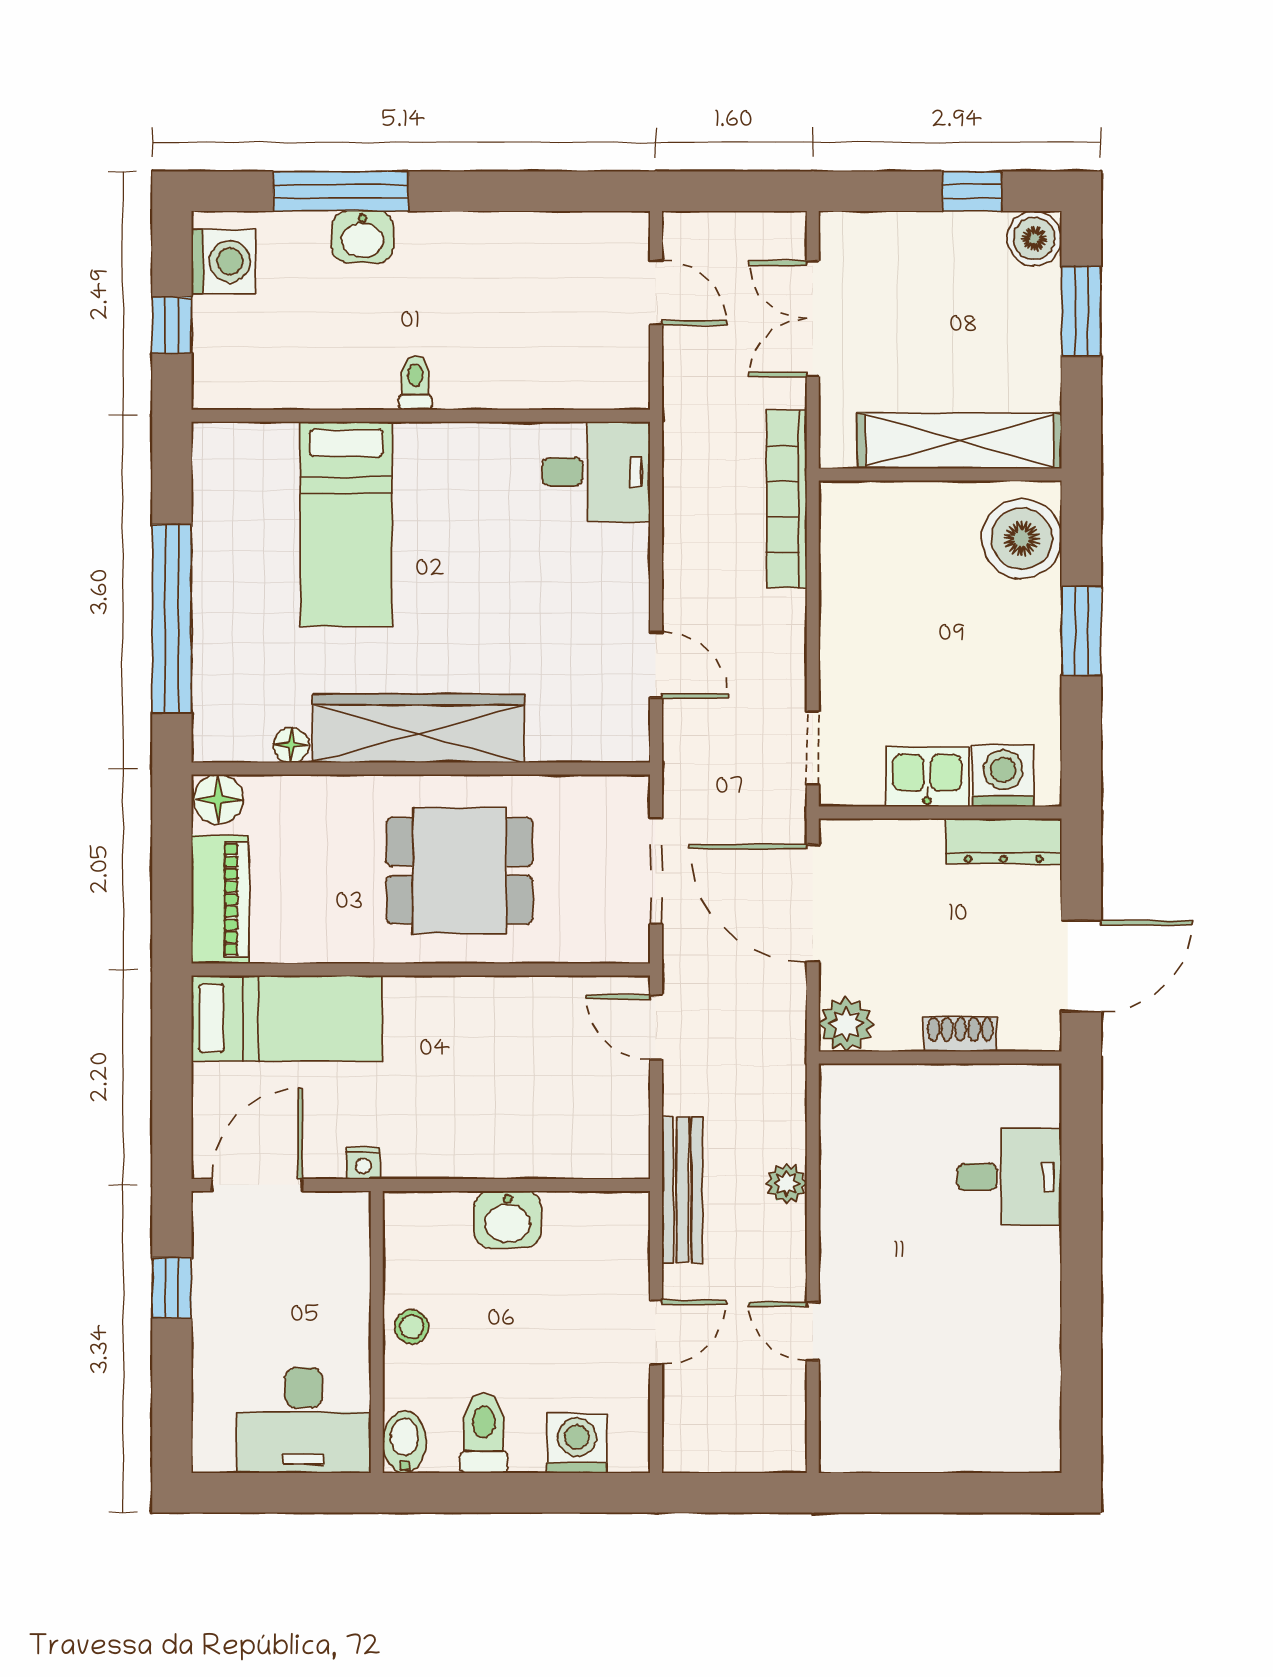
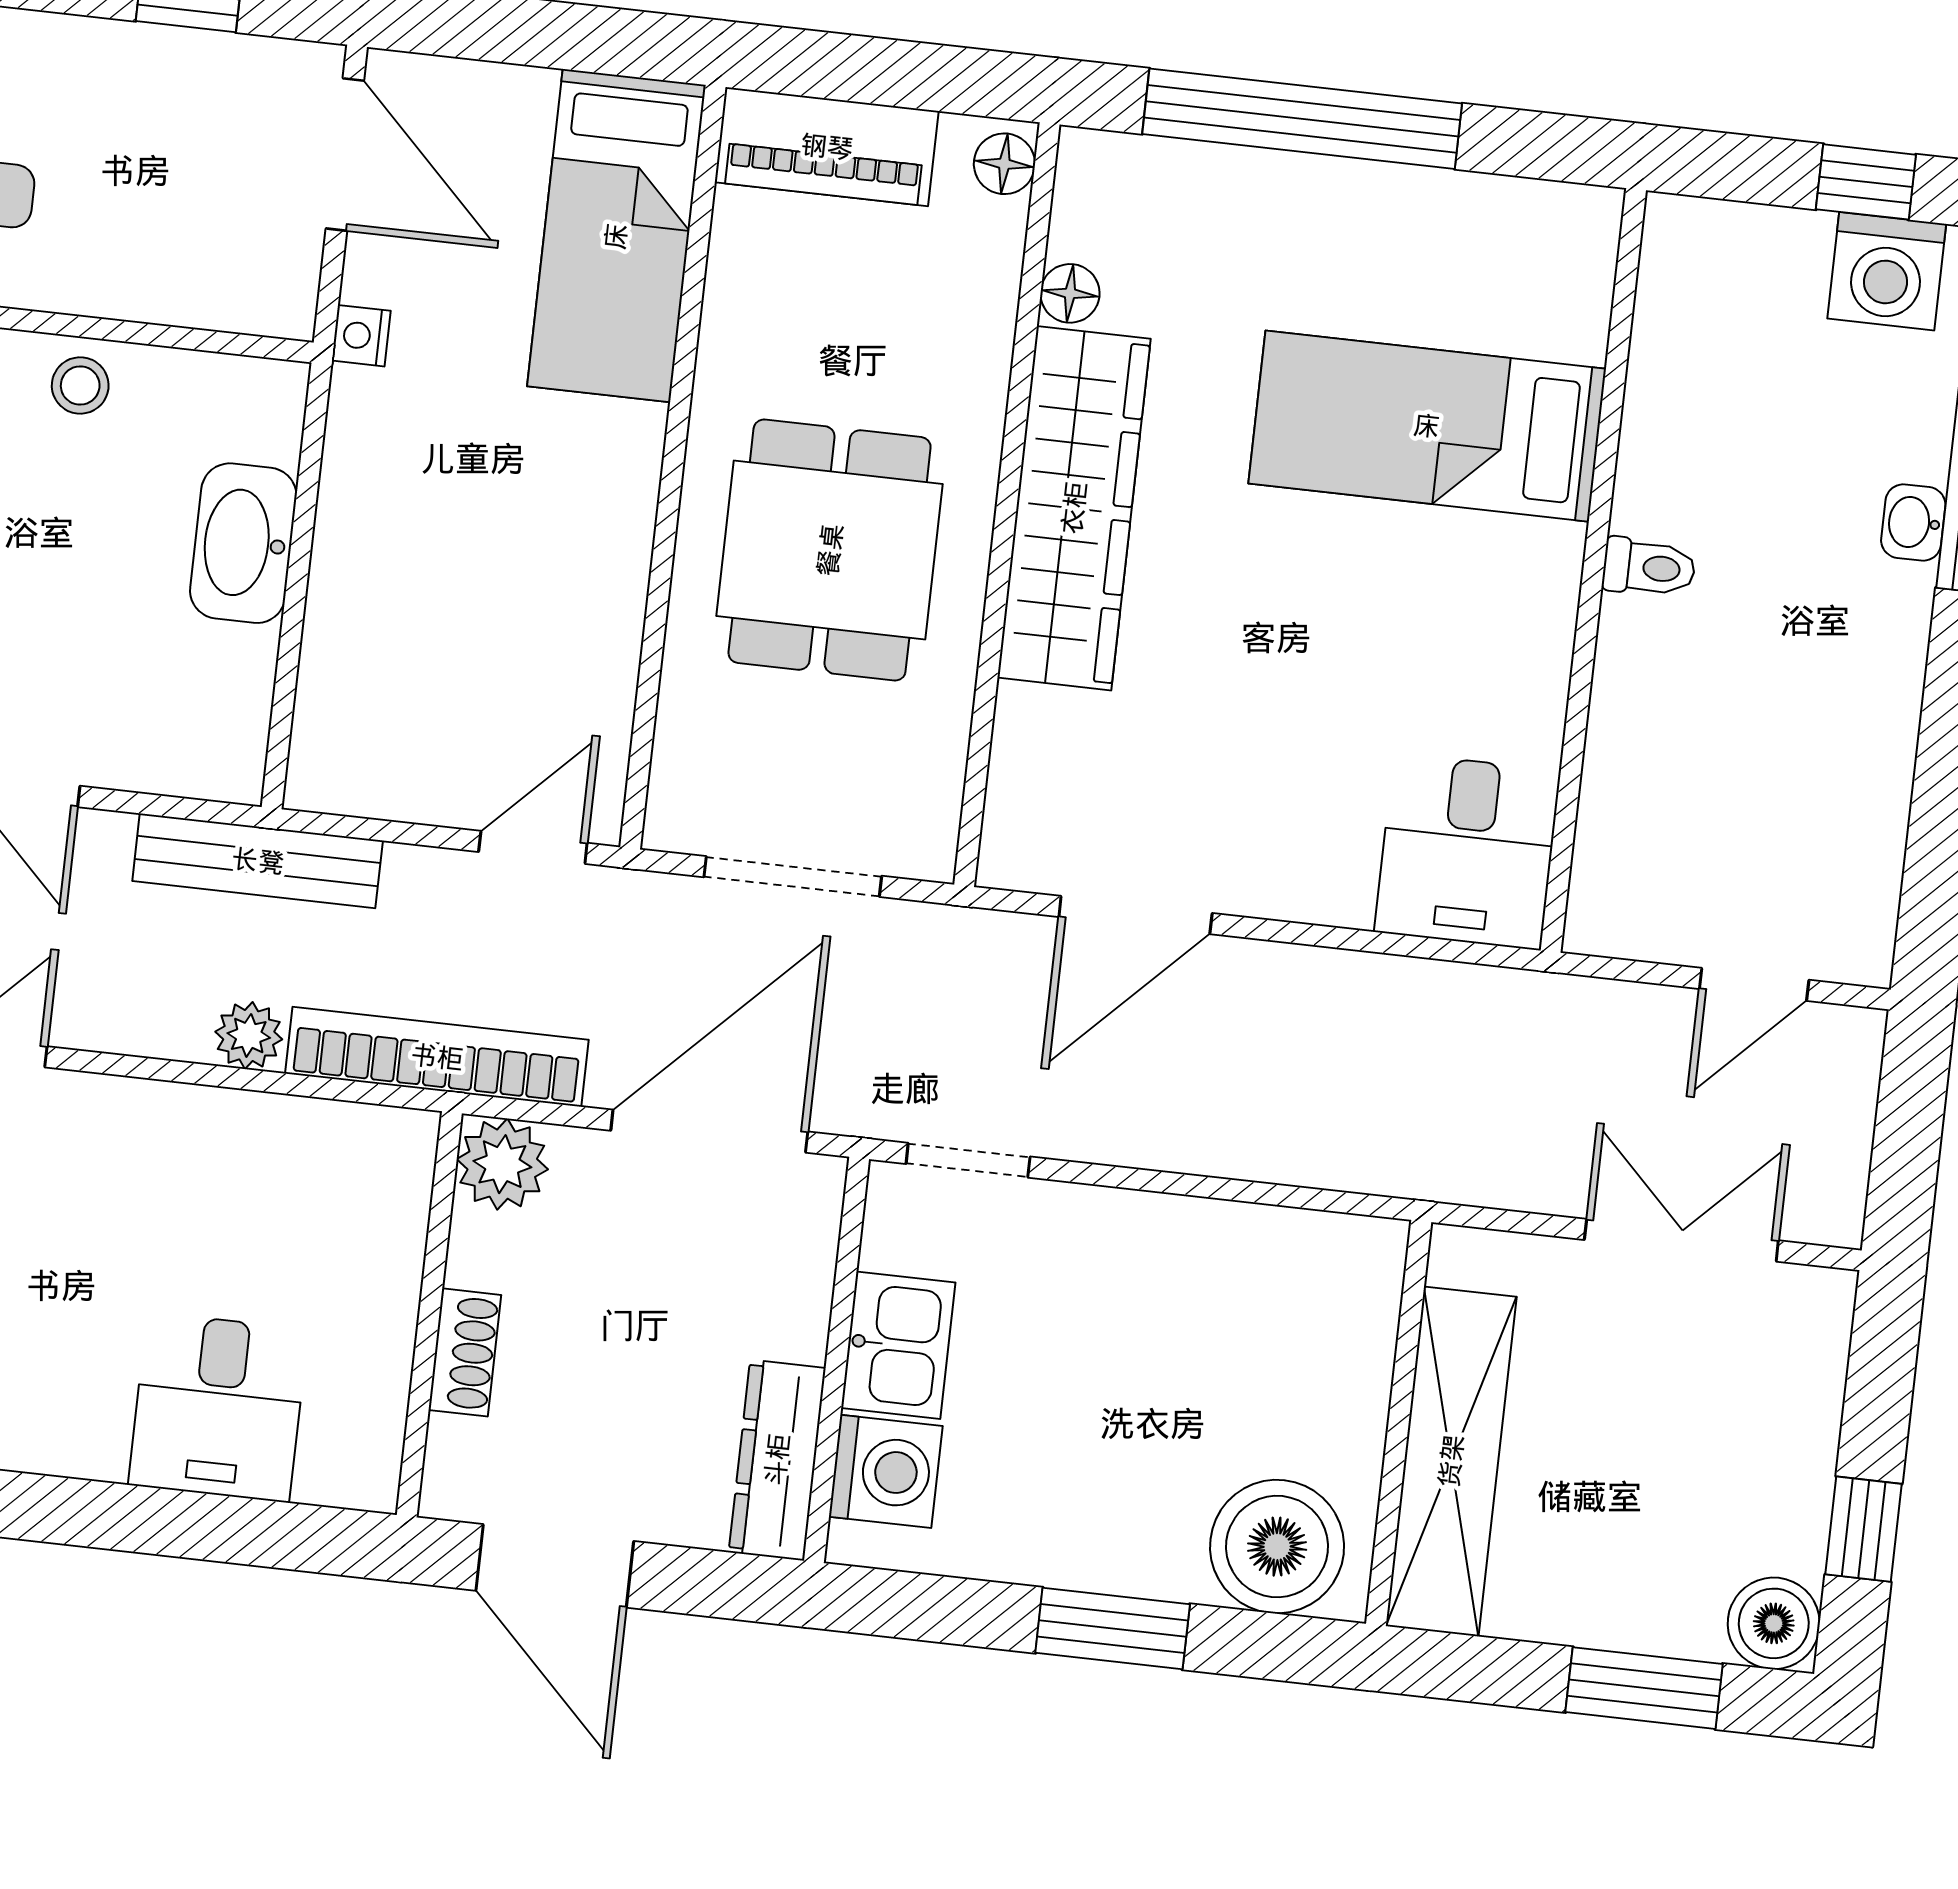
washbasin: (363, 237) -> (1913, 522), width x0.72, depth x0.69
window: (172, 325) -> (1866, 182), moved
bookcase: (787, 499) -> (437, 1057), moved
door: (656, 665) -> (1135, 915), width x1.38
floor lamp: (218, 799) -> (1004, 164), width x0.73, depth x0.73
washbasin: (508, 1219) -> (243, 543), width x1.38

